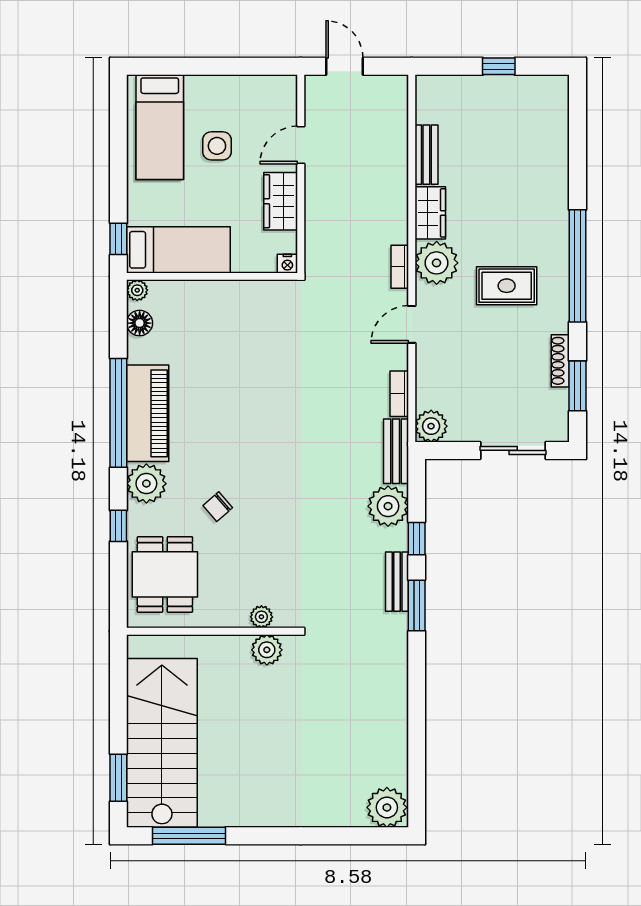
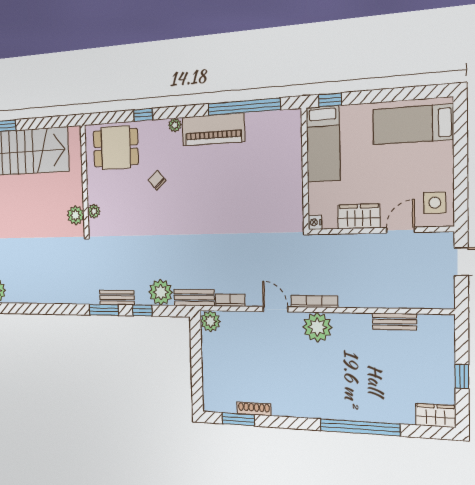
door: (301, 145) -> (400, 230), hinge flipped
side table: (217, 146) -> (435, 203), moved
wardrobe: (430, 213) -> (436, 415), moved, turned 180
window: (577, 266) -> (360, 427), moved
bookcase: (400, 267) -> (314, 301), width x1.56
rug: (507, 286) -> (303, 375), removed
plant: (137, 290) -> (294, 116), removed
floor lamp: (140, 323) -> (272, 120), removed
window: (118, 413) -> (244, 107), moved
sliding door: (513, 450) -> (197, 375), removed
plant: (146, 484) -> (175, 125), width x0.53, depth x0.53

